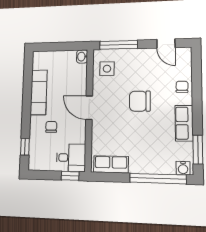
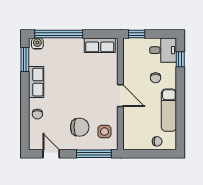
washbasin: (82, 57) -> (128, 144), removed
chair: (52, 59) -> (157, 141), added
chair: (140, 101) -> (80, 127), moved
desk: (71, 158) -> (163, 50), moved, turned 180

